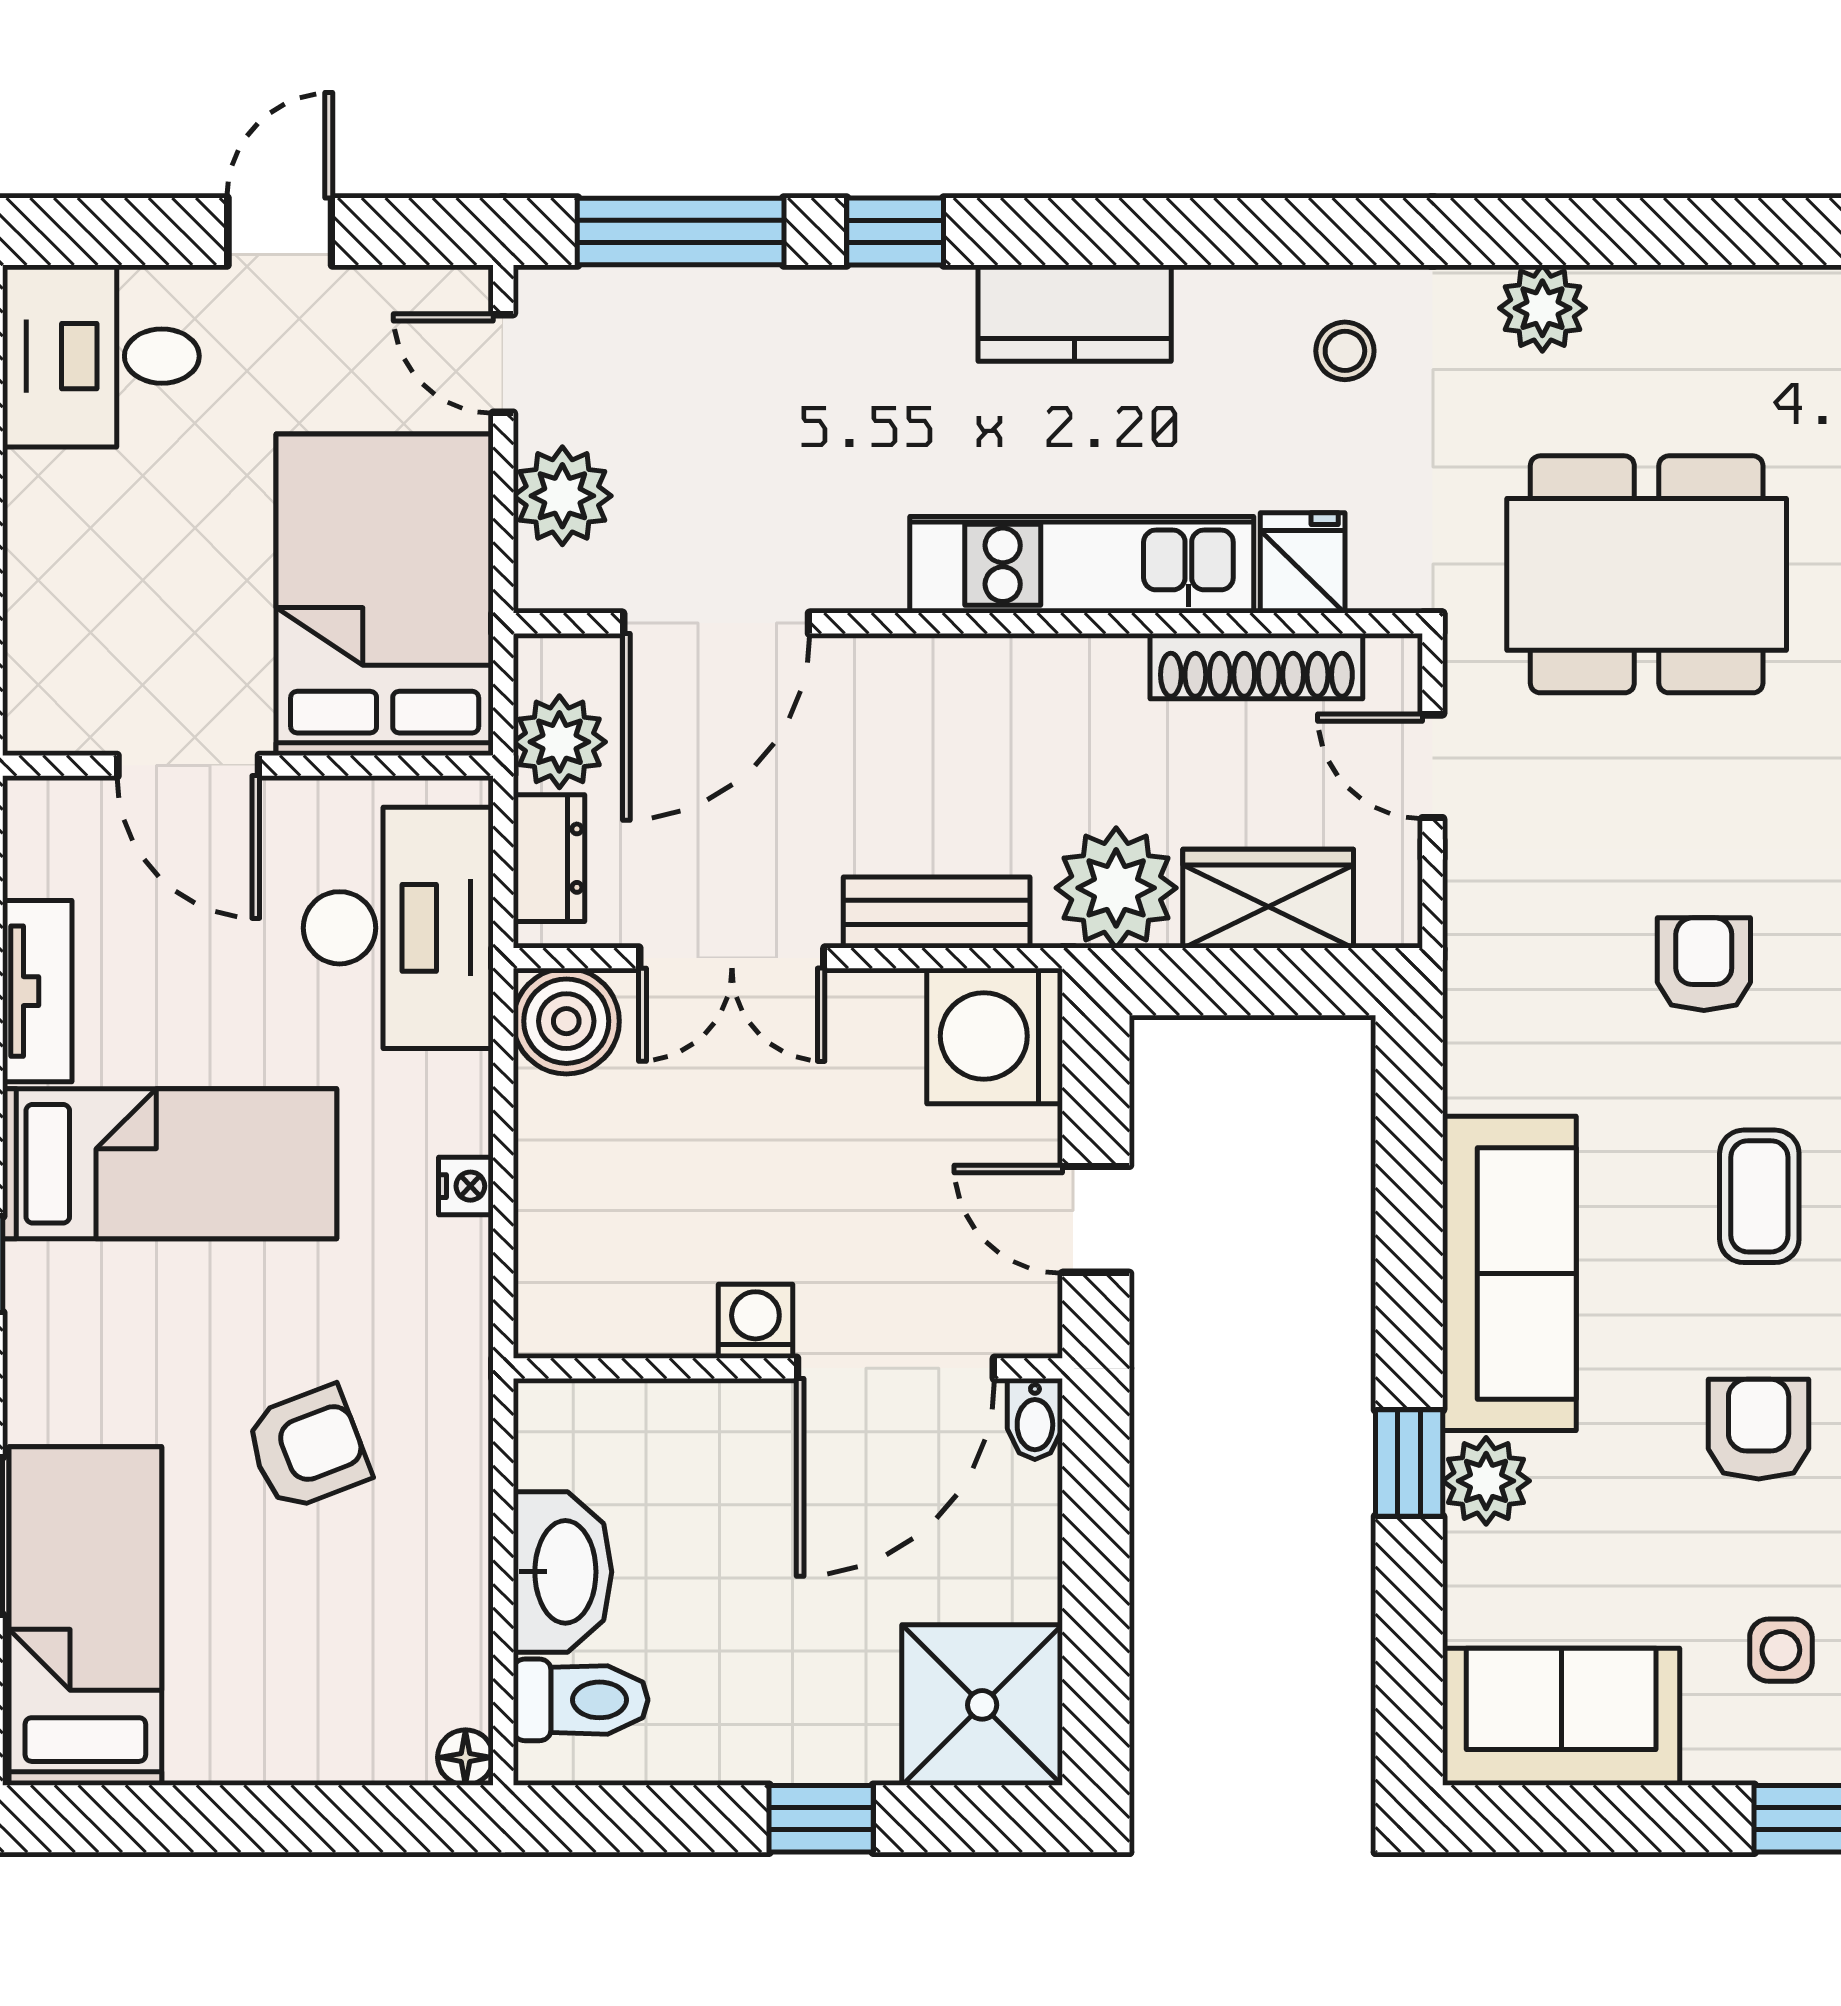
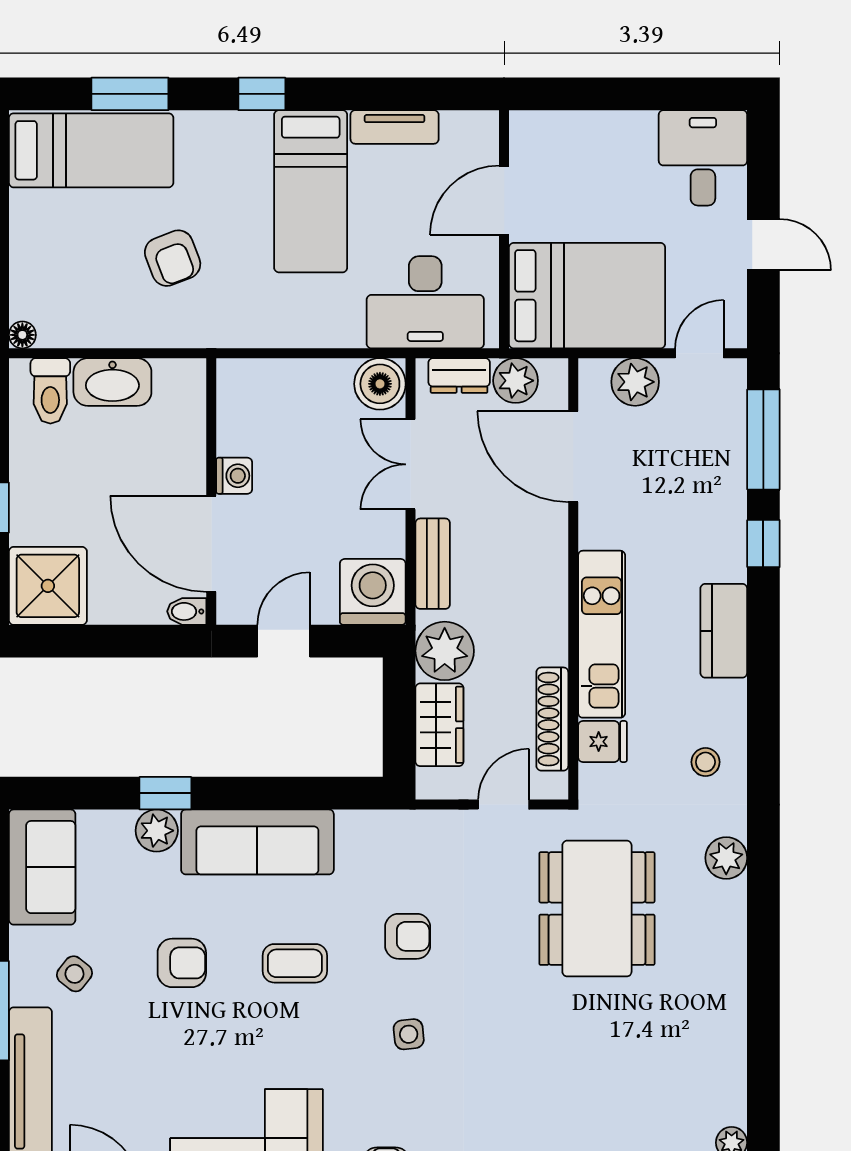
nightstand: (466, 1186) -> (300, 335), removed
side table: (1781, 1650) -> (74, 974), turned 38

